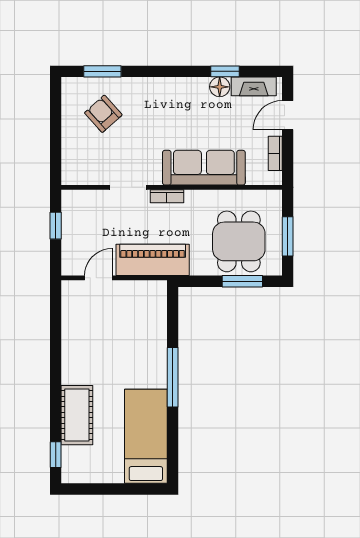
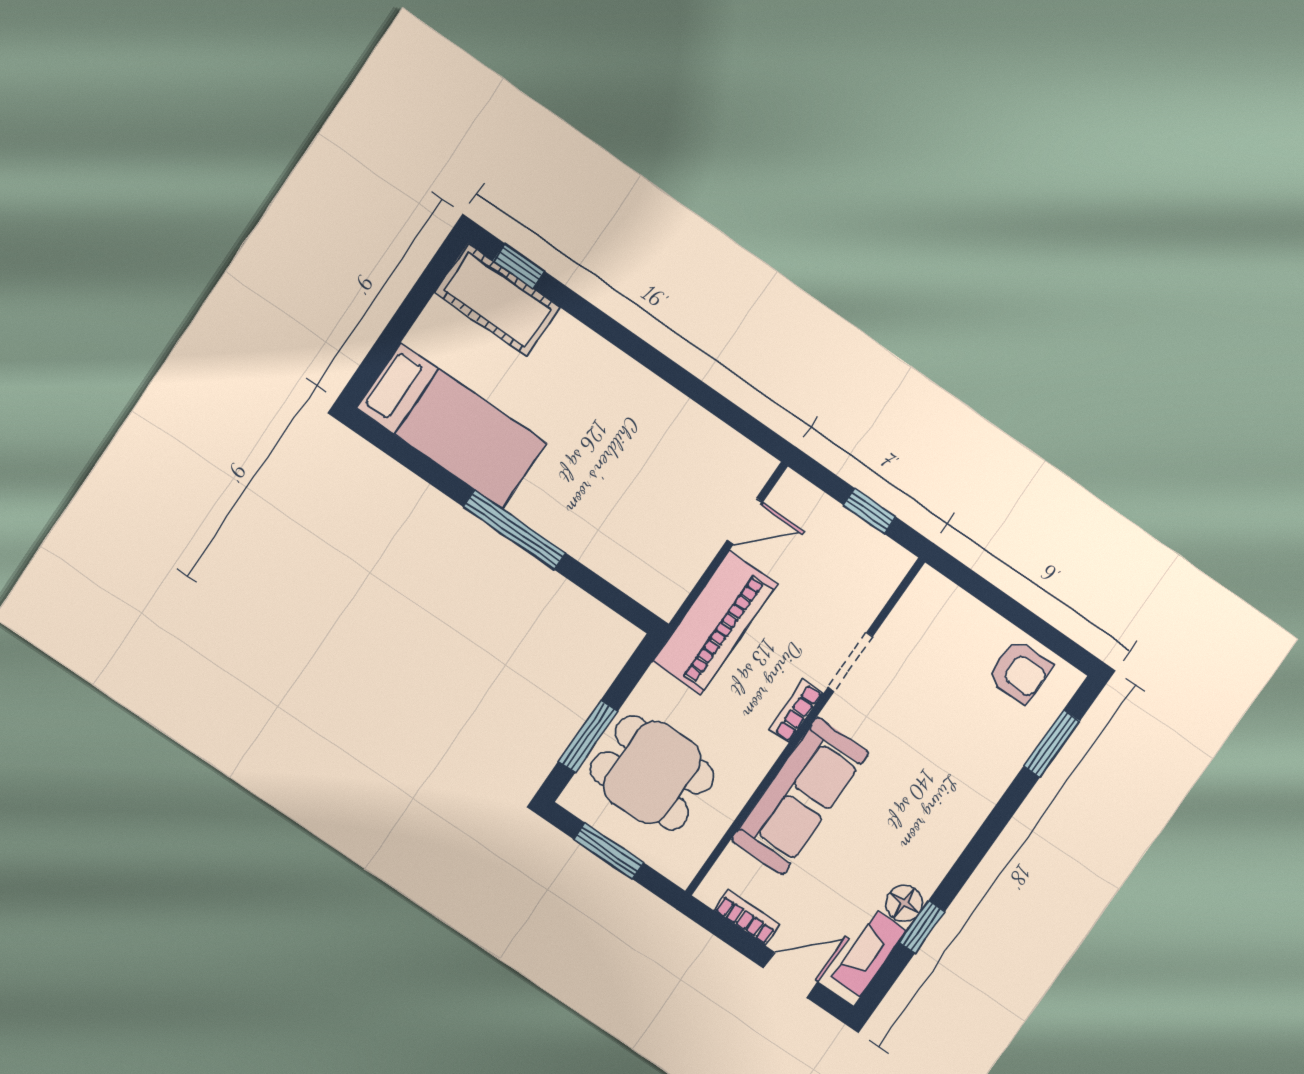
armchair: (103, 114) -> (1020, 672), moved, turned 42
door: (288, 115) -> (791, 975), hinge flipped
door: (98, 278) -> (745, 521), hinge flipped
cot: (77, 415) -> (498, 300), moved

